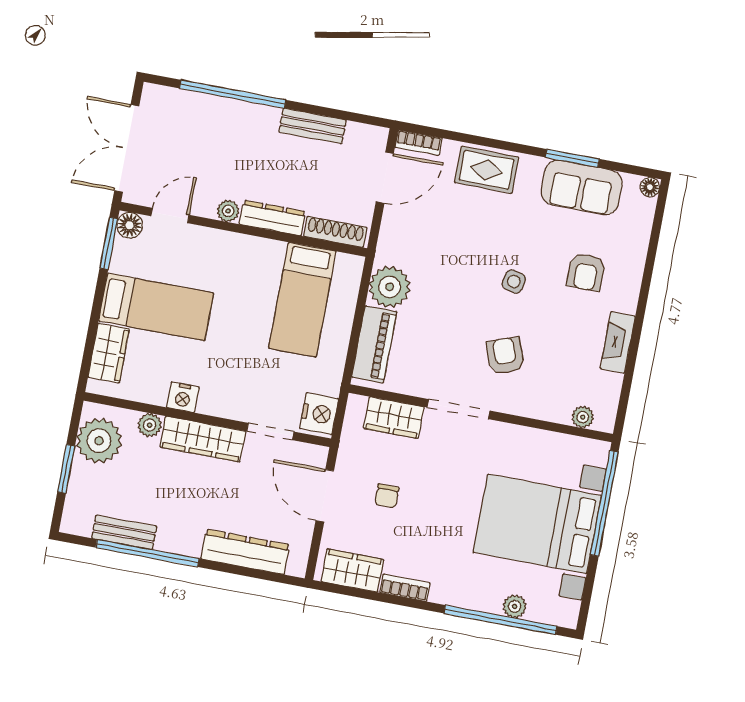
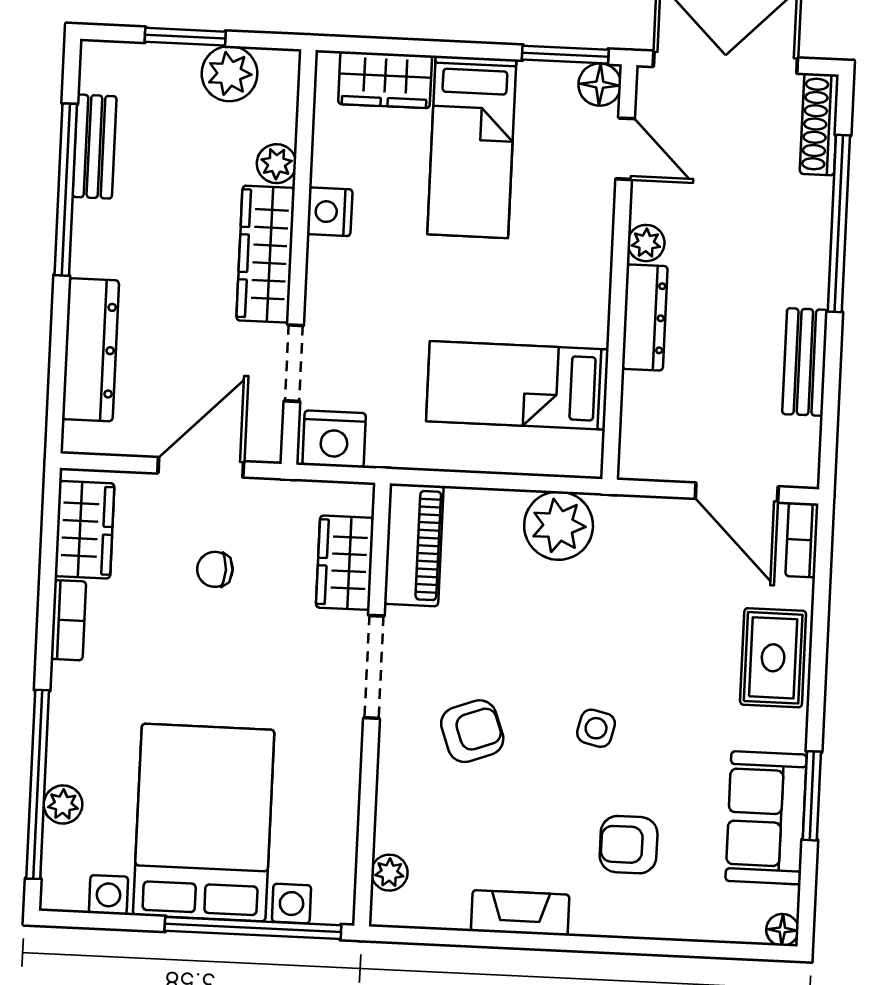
shoe rack: (335, 232) -> (819, 124), moved, turned 180
piano: (374, 344) -> (414, 545), moved, turned -90
plant: (99, 441) -> (230, 74), width x0.73, depth x0.73

